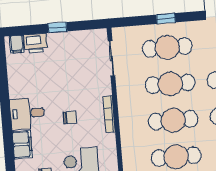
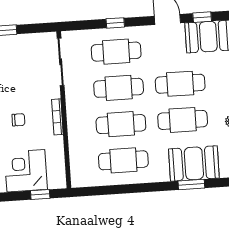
sliding door: (111, 58) -> (61, 62), width x1.37

